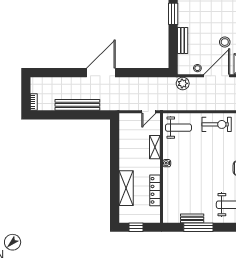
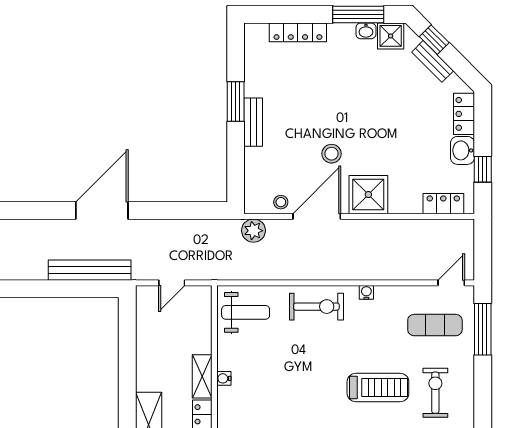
bench: (183, 41) -> (253, 122), moved
bench: (77, 105) -> (90, 270), moved
door: (149, 112) -> (172, 283), moved
shelving: (155, 147) -> (202, 376), moved

